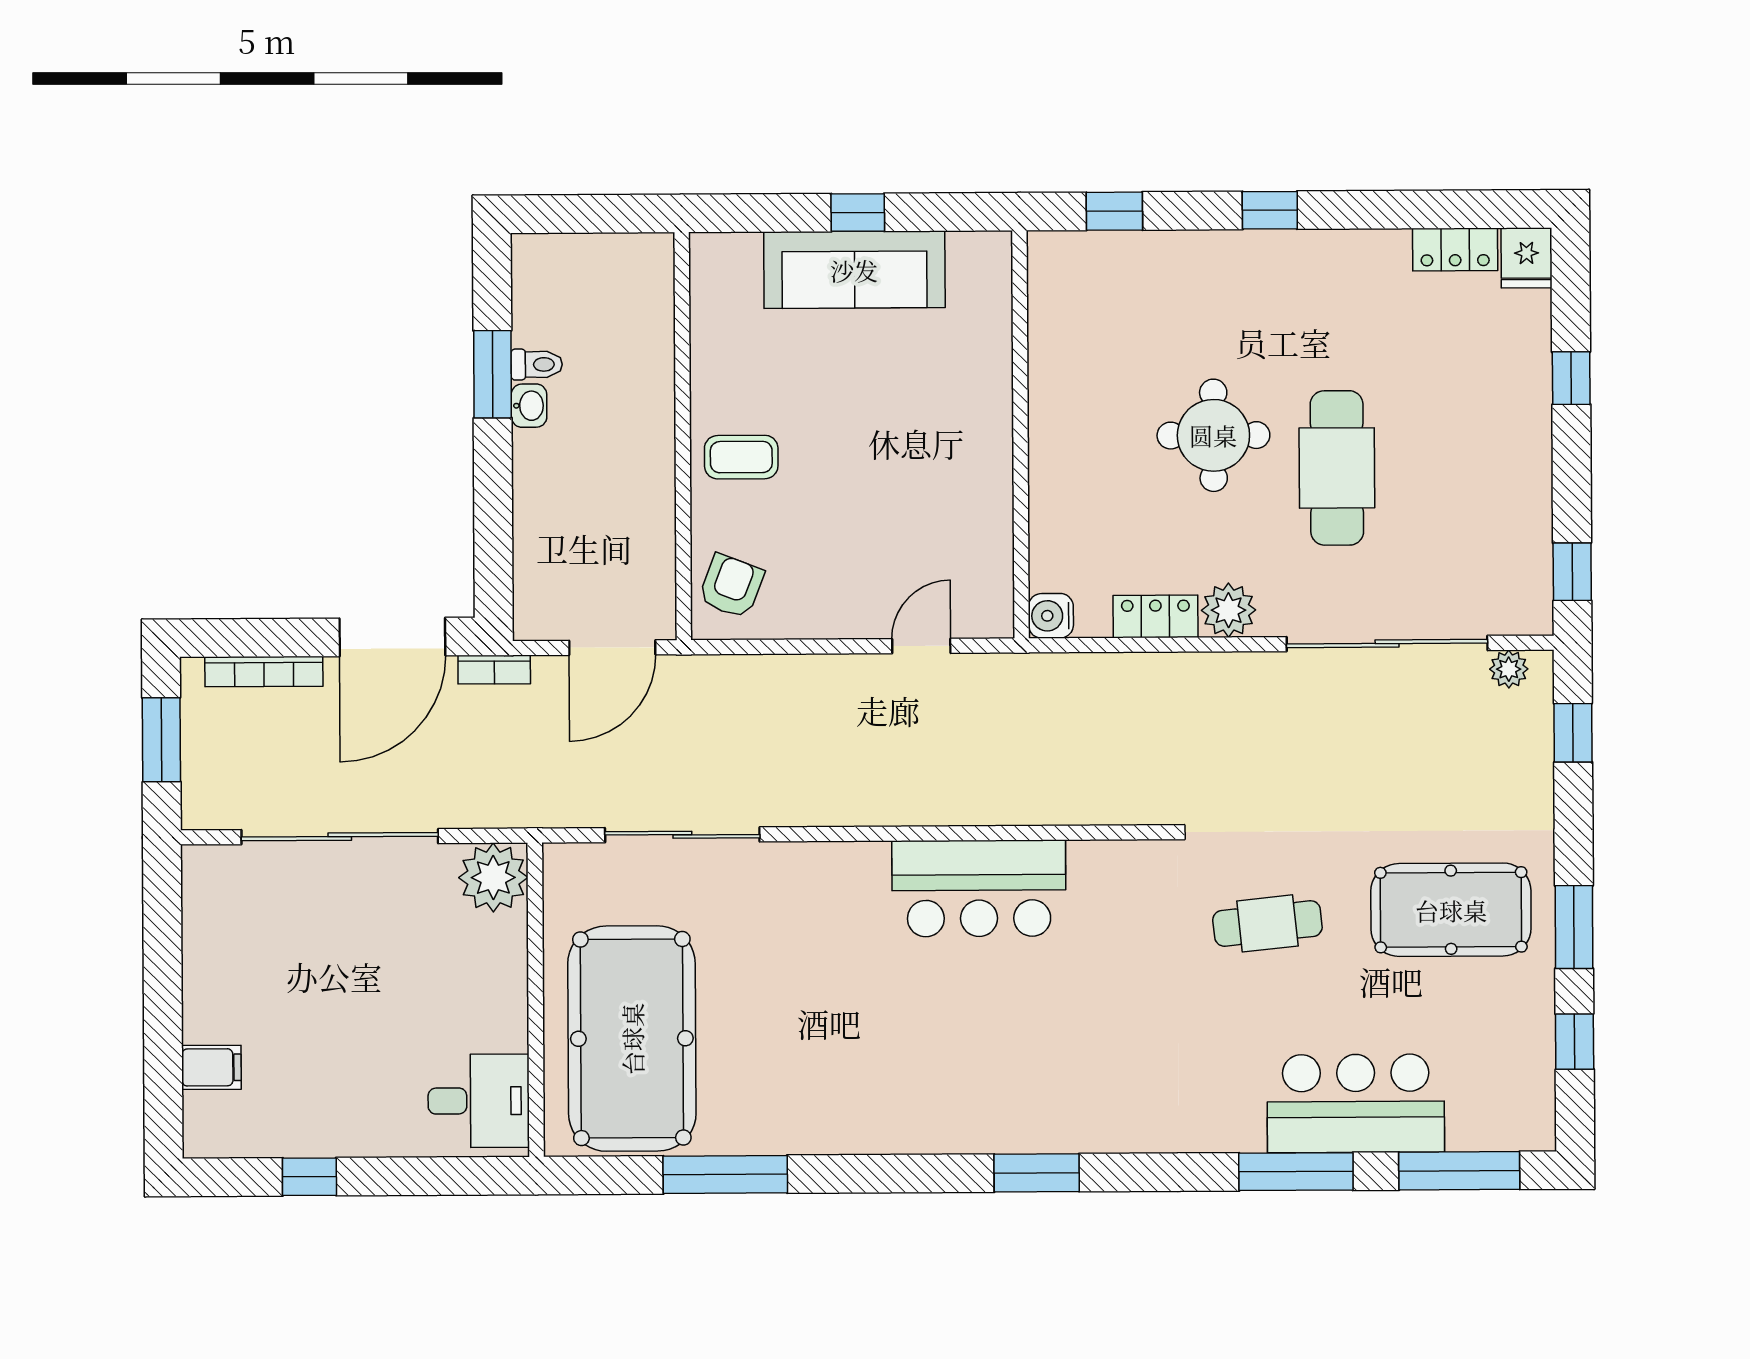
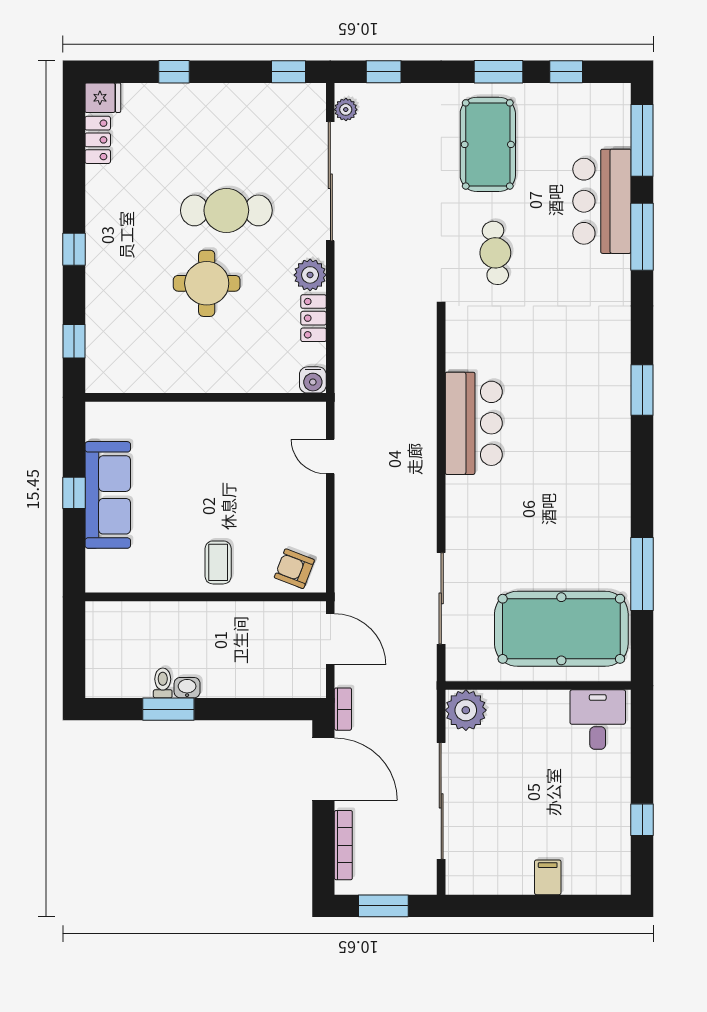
filing cabinet: (211, 1067) -> (548, 877), moved

